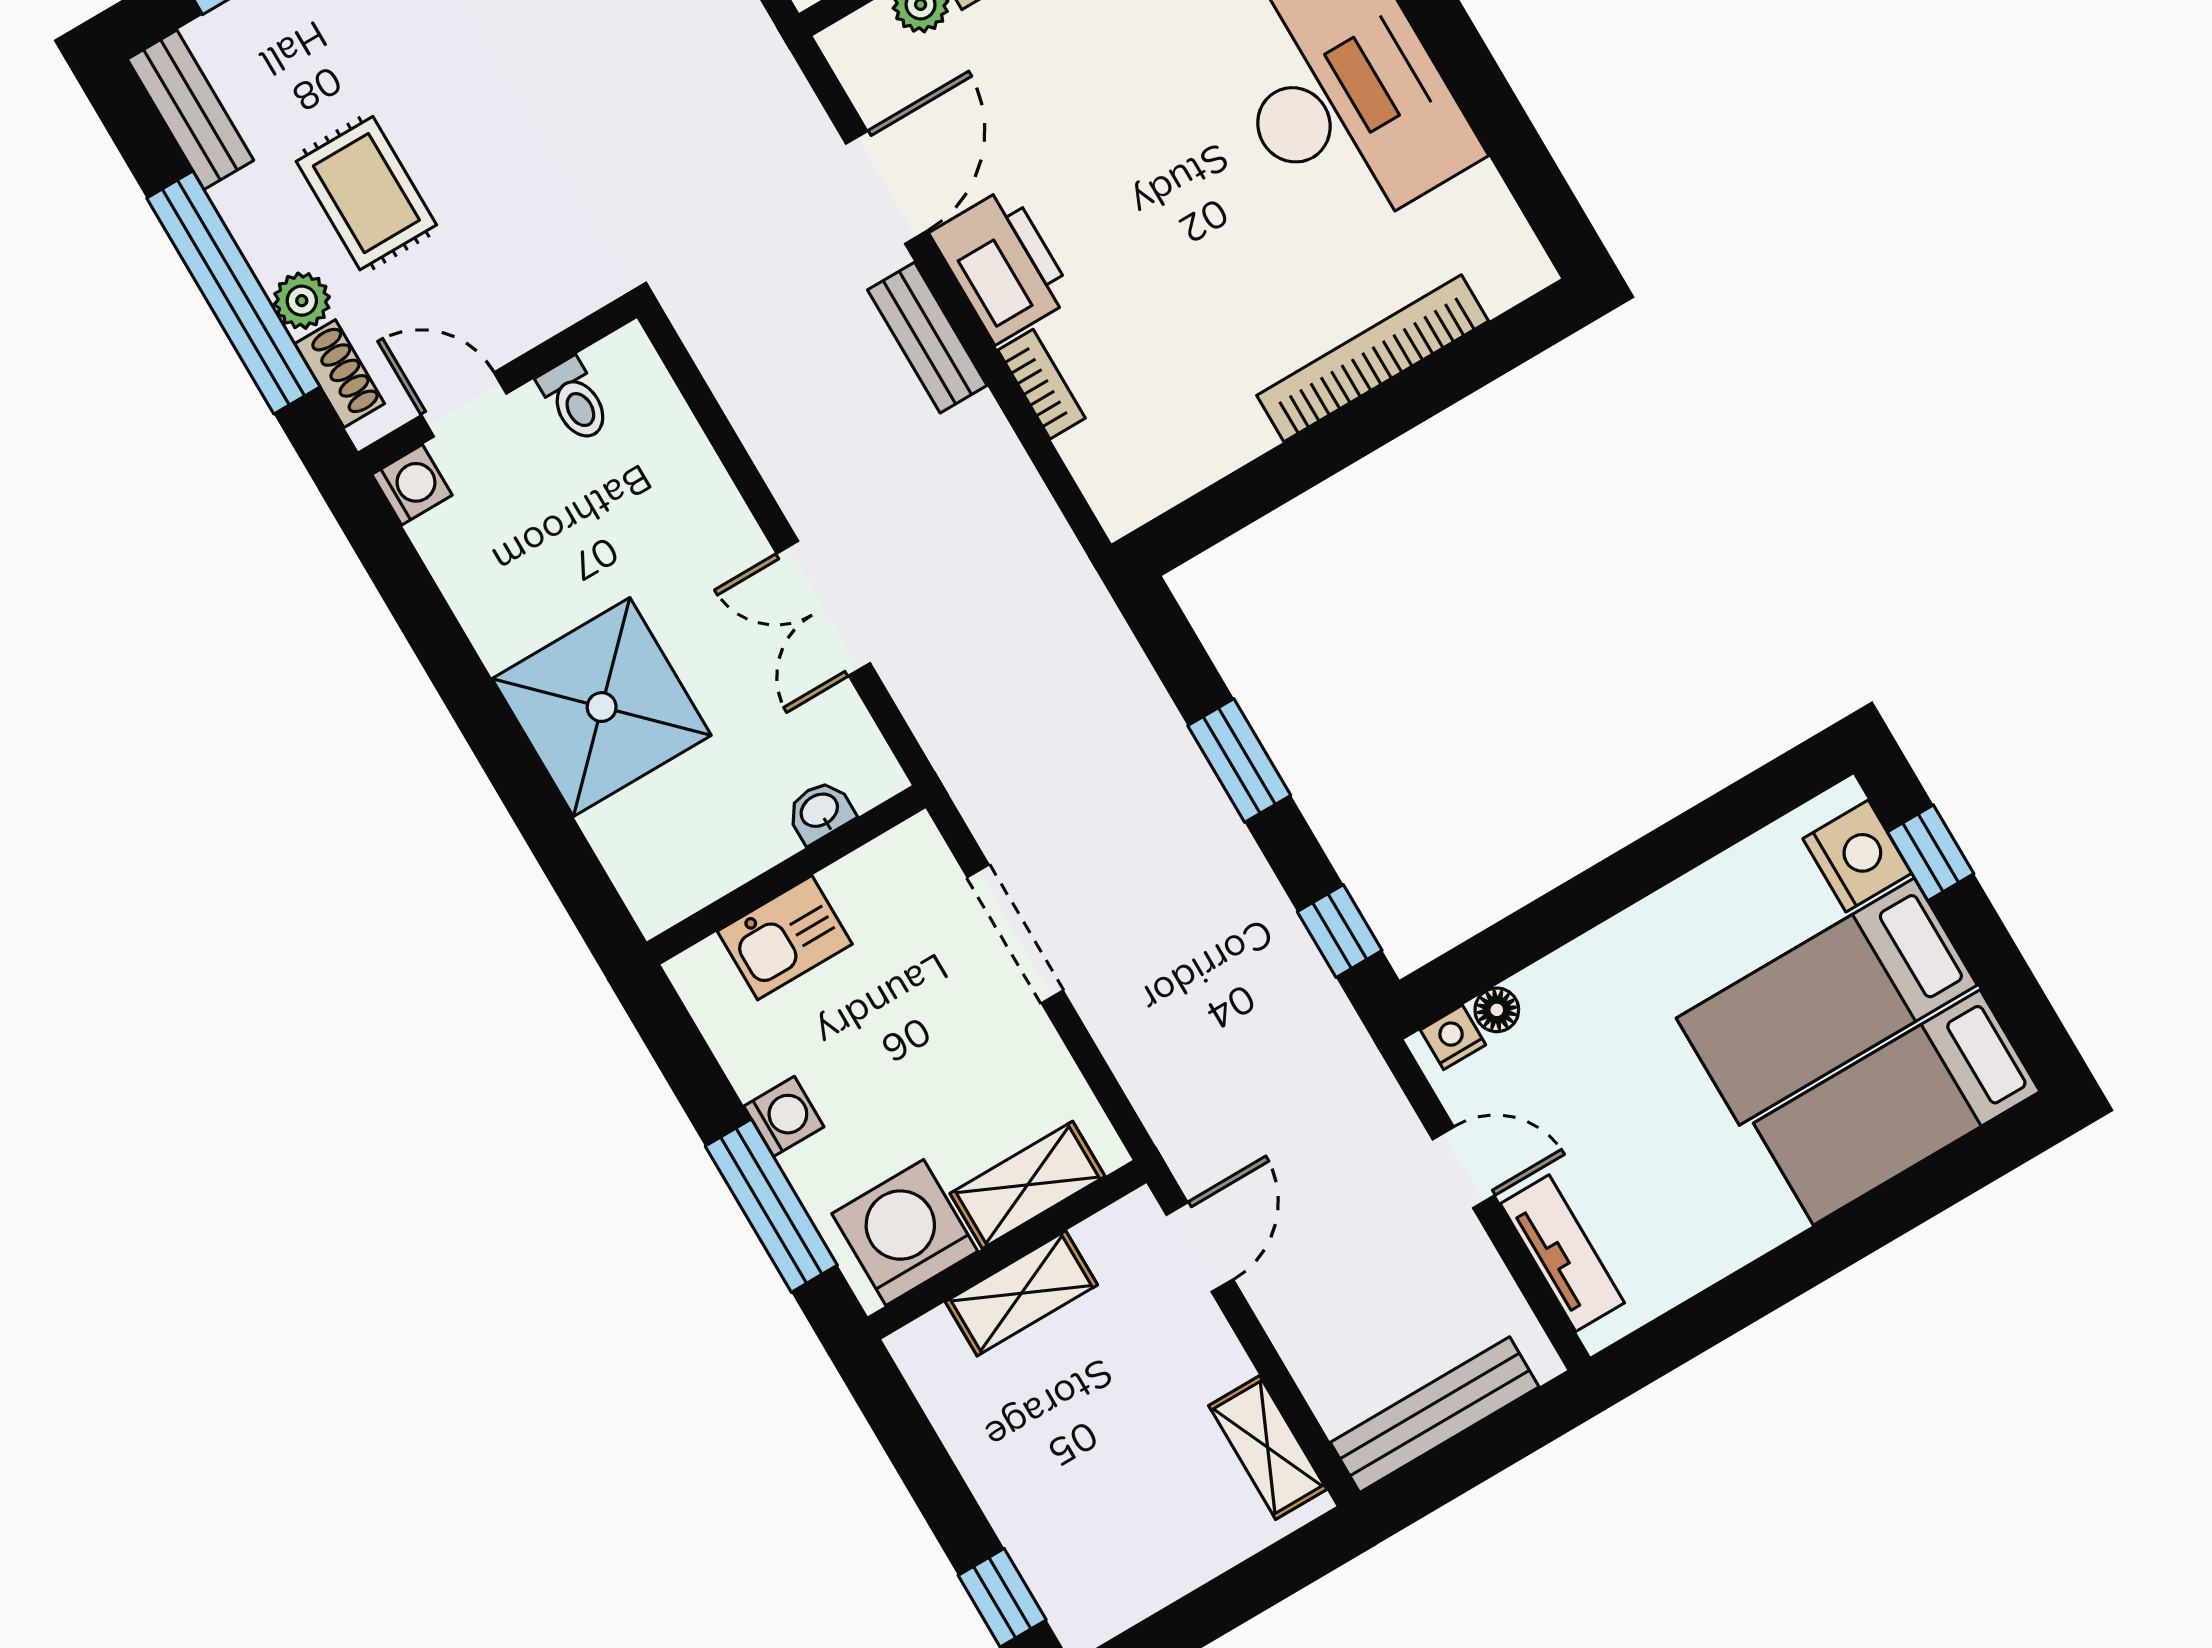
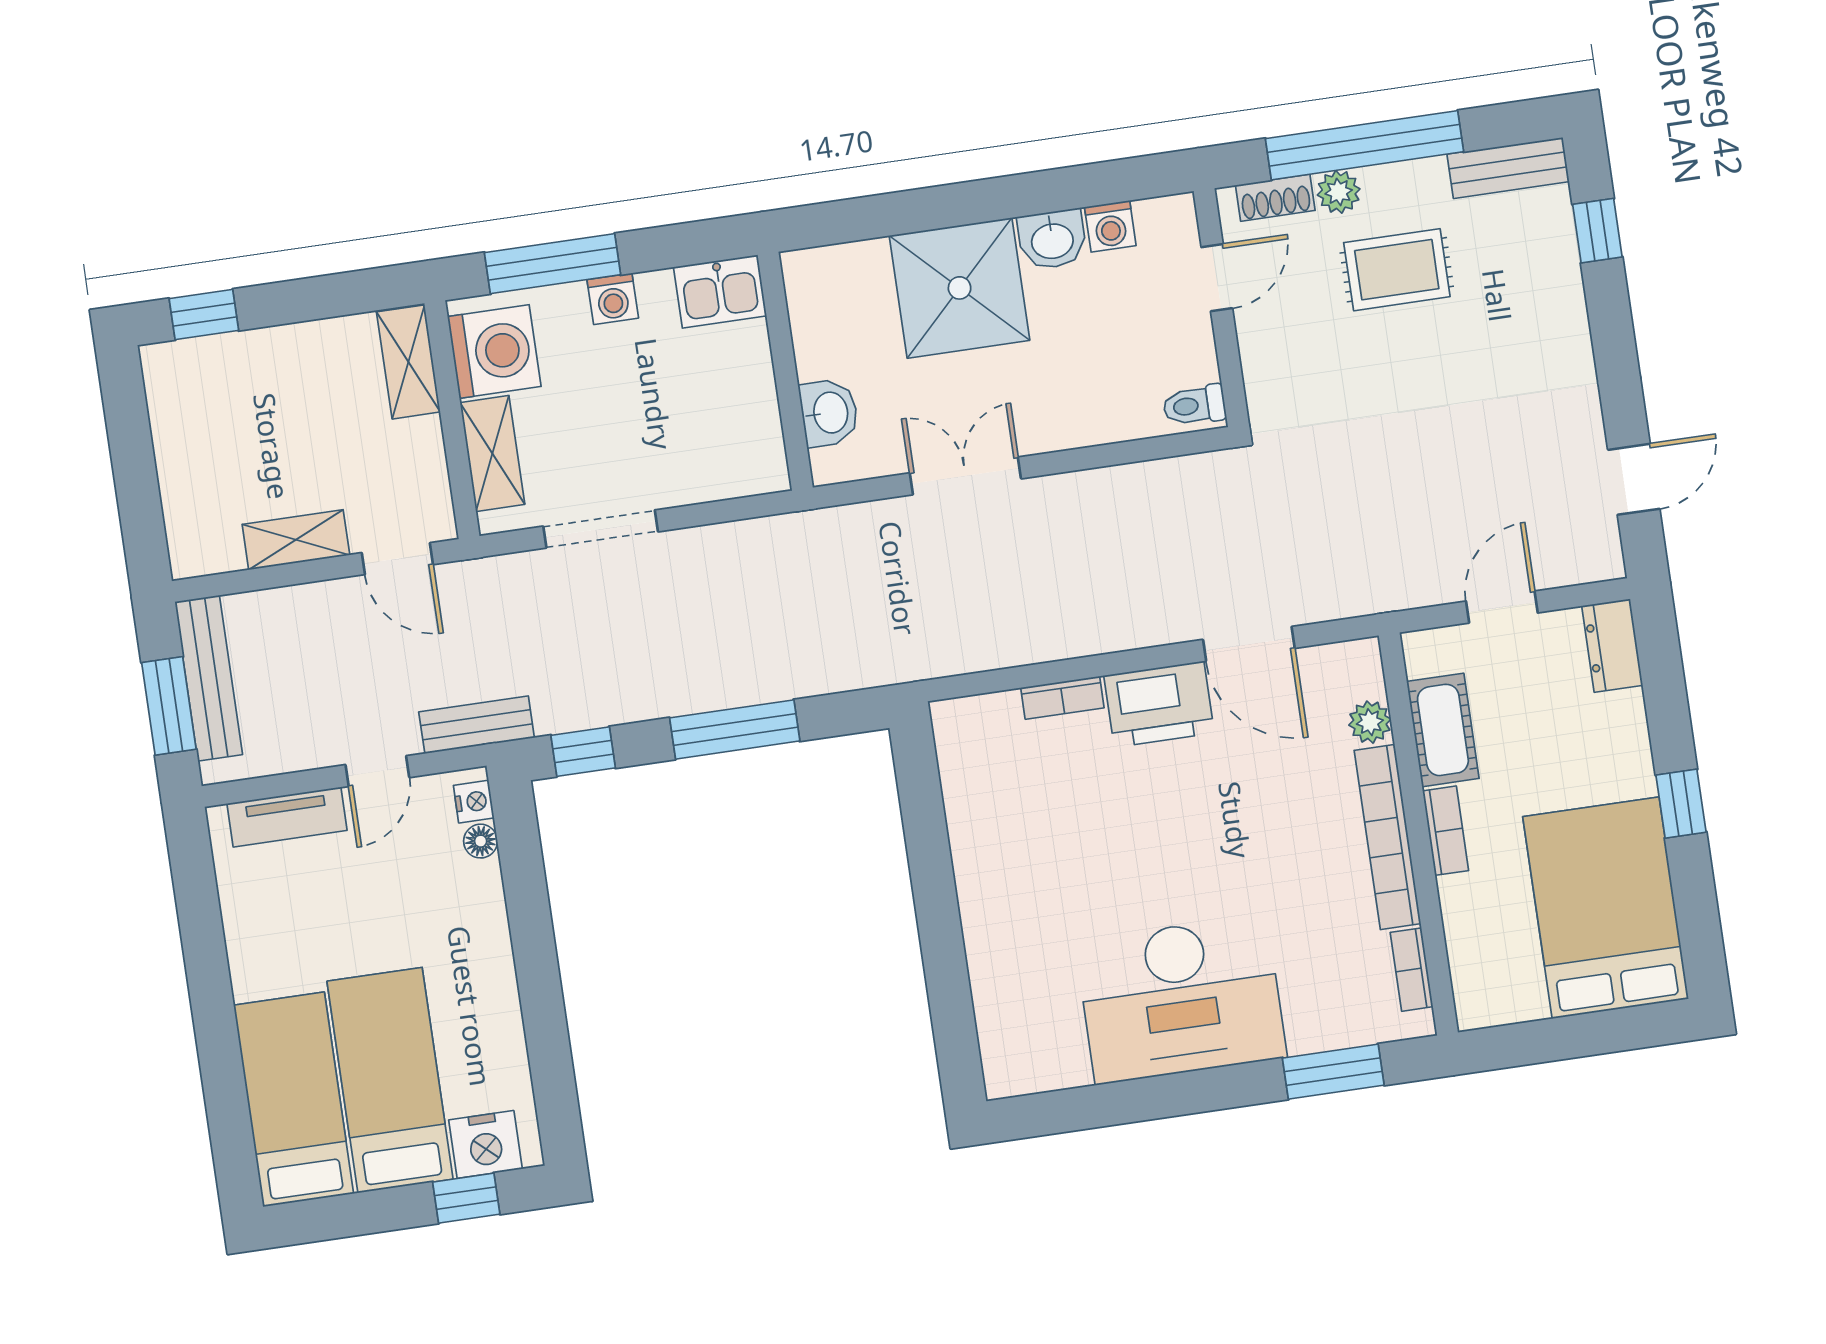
bench: (927, 338) -> (477, 725), moved
bookcase: (1373, 358) -> (984, 943), removed
toilet: (575, 400) -> (1194, 405), moved
washing machine: (412, 485) -> (1110, 226), moved
washbasin: (499, 620) -> (1052, 240), added
window: (1239, 761) -> (735, 729), width x1.44
washbasin: (820, 811) -> (829, 413), width x1.38, depth x1.45
doorway: (1015, 934) -> (601, 529), moved
kitchen sink: (785, 938) -> (720, 291), moved, turned -90
shelving: (1021, 1293) -> (408, 362), moved
shelving: (1268, 1447) -> (296, 540), moved
window: (1487, 1448) -> (169, 706), added

